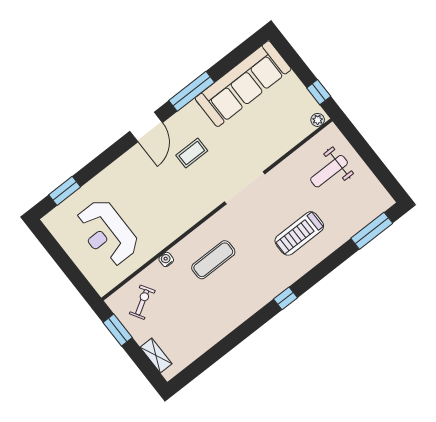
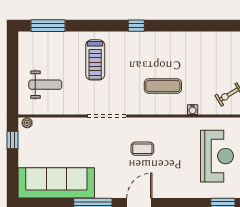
coffee table: (192, 153) -> (142, 149), moved
treadmill: (299, 233) -> (95, 60), turned 90

